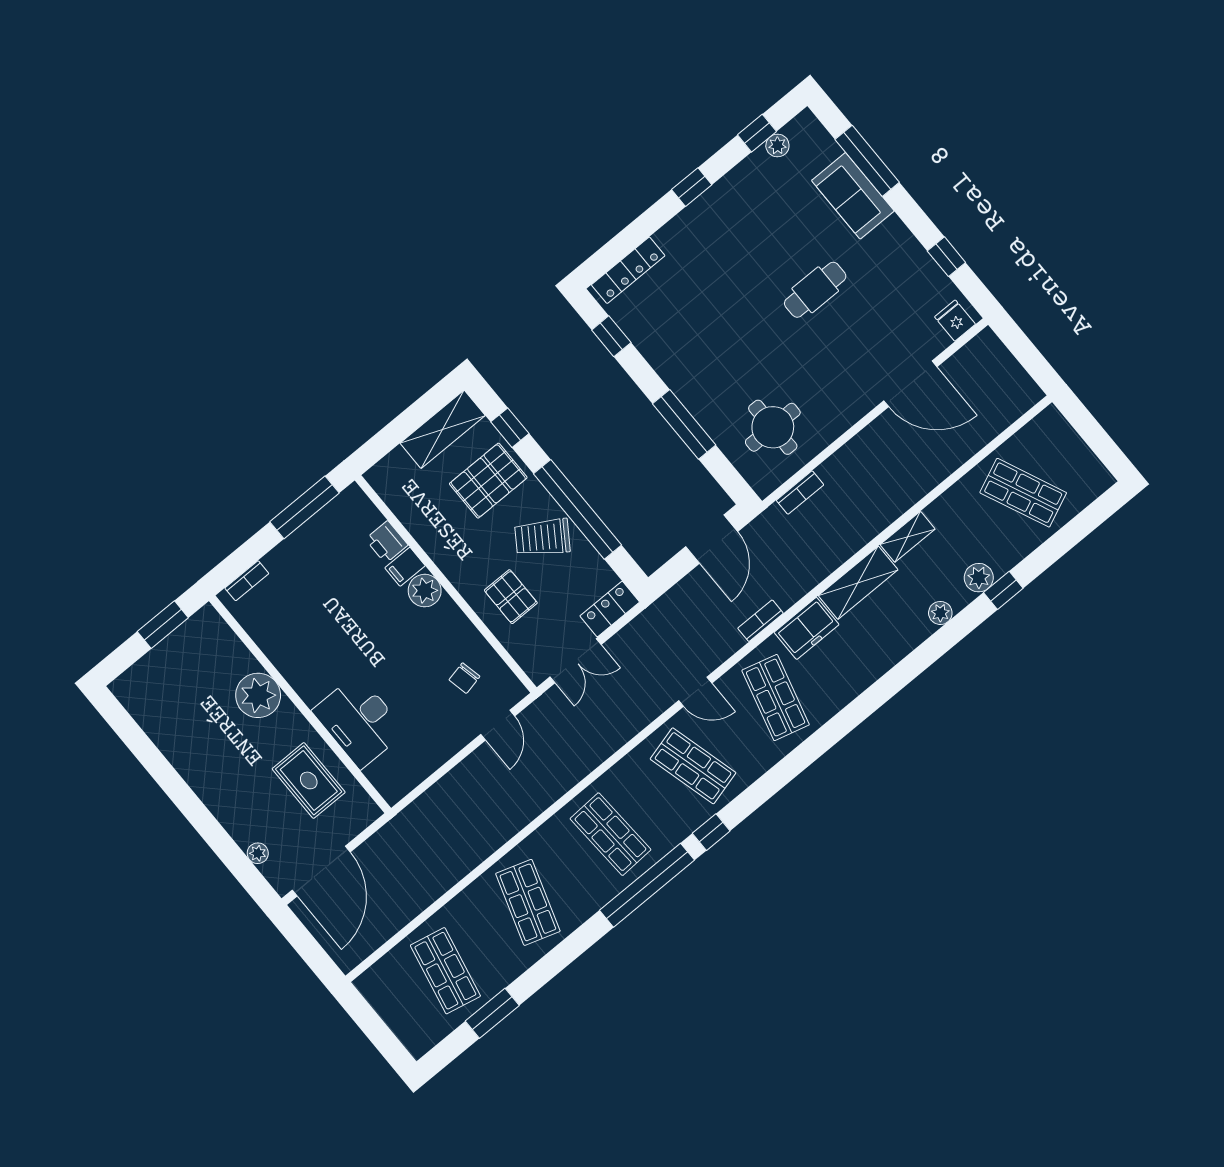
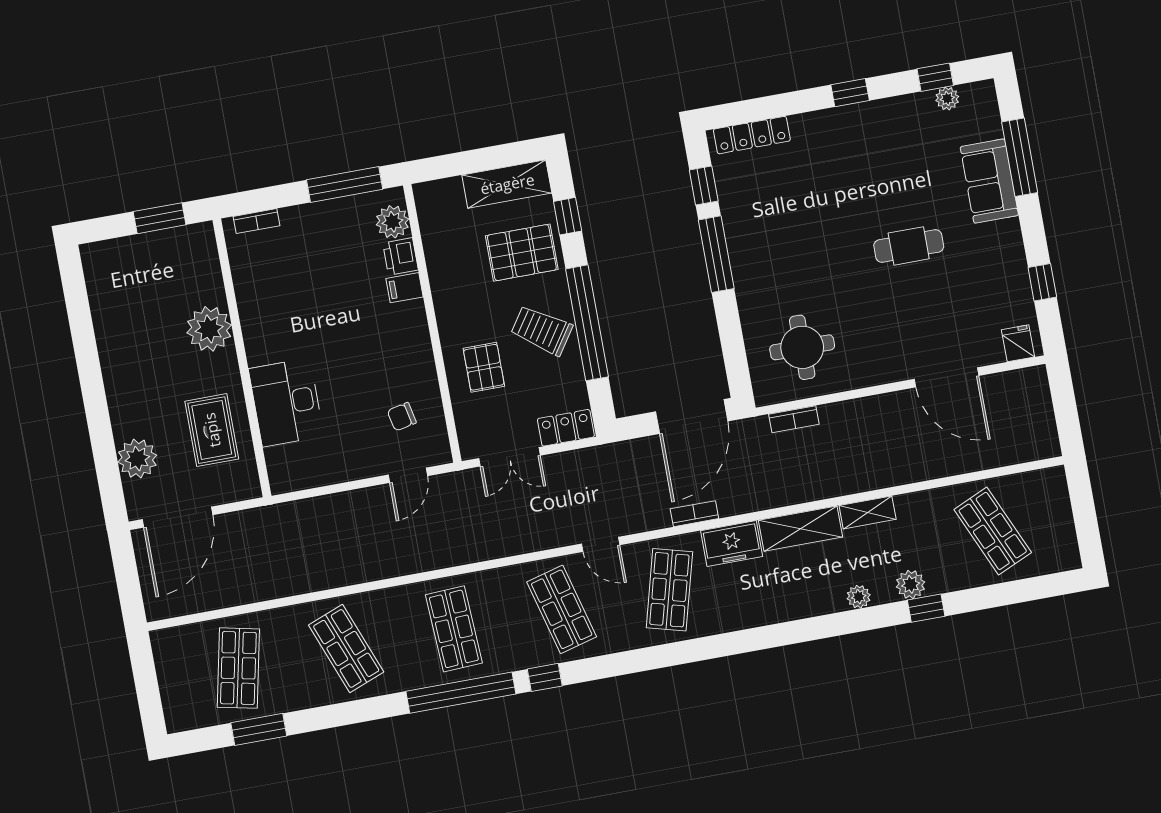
window: (684, 424) -> (716, 254), moved
door: (712, 539) -> (692, 416), width x1.36
plant: (425, 591) -> (392, 222), moved
plant: (258, 853) -> (137, 459), width x1.88, depth x1.88
shop shelf: (528, 902) -> (346, 648), turned -39

